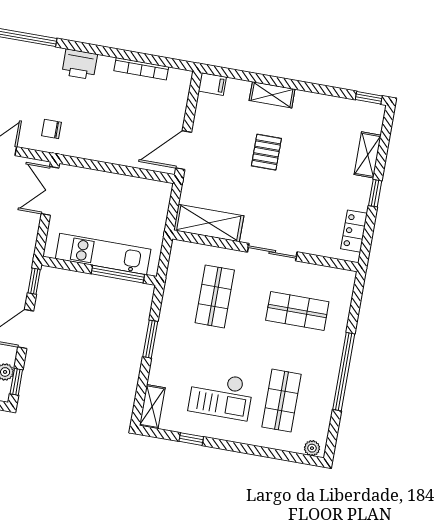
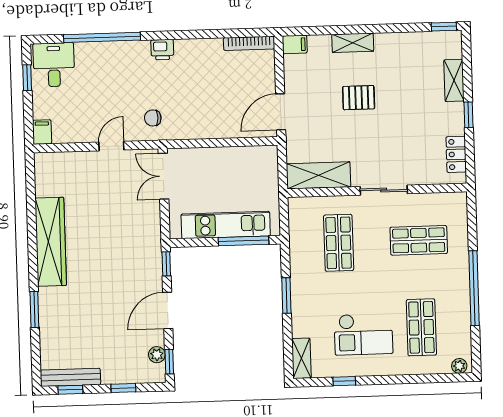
printer: (80, 64) -> (162, 50), width x0.73, depth x0.81
bookcase: (141, 69) -> (249, 43), moved
pallet: (266, 152) -> (359, 98), turned 90

